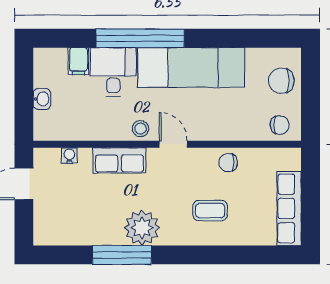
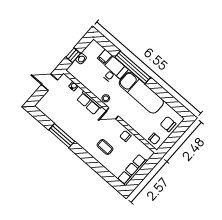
window: (24, 105) -> (73, 55), added
door: (173, 144) -> (112, 113), swing flipped
plant: (142, 228) -> (77, 132), removed

